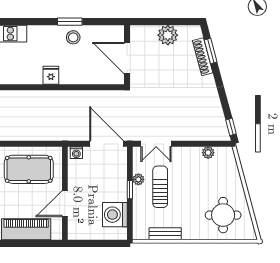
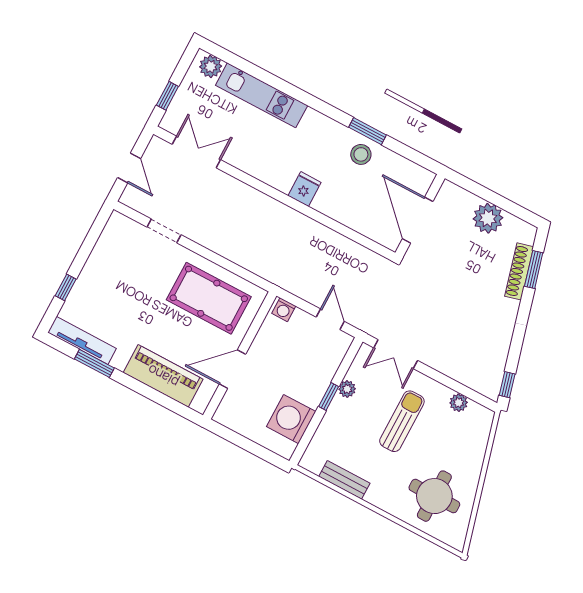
door: (107, 144) -> (330, 319), width x0.53
sun lounger: (160, 187) -> (402, 421), moved

